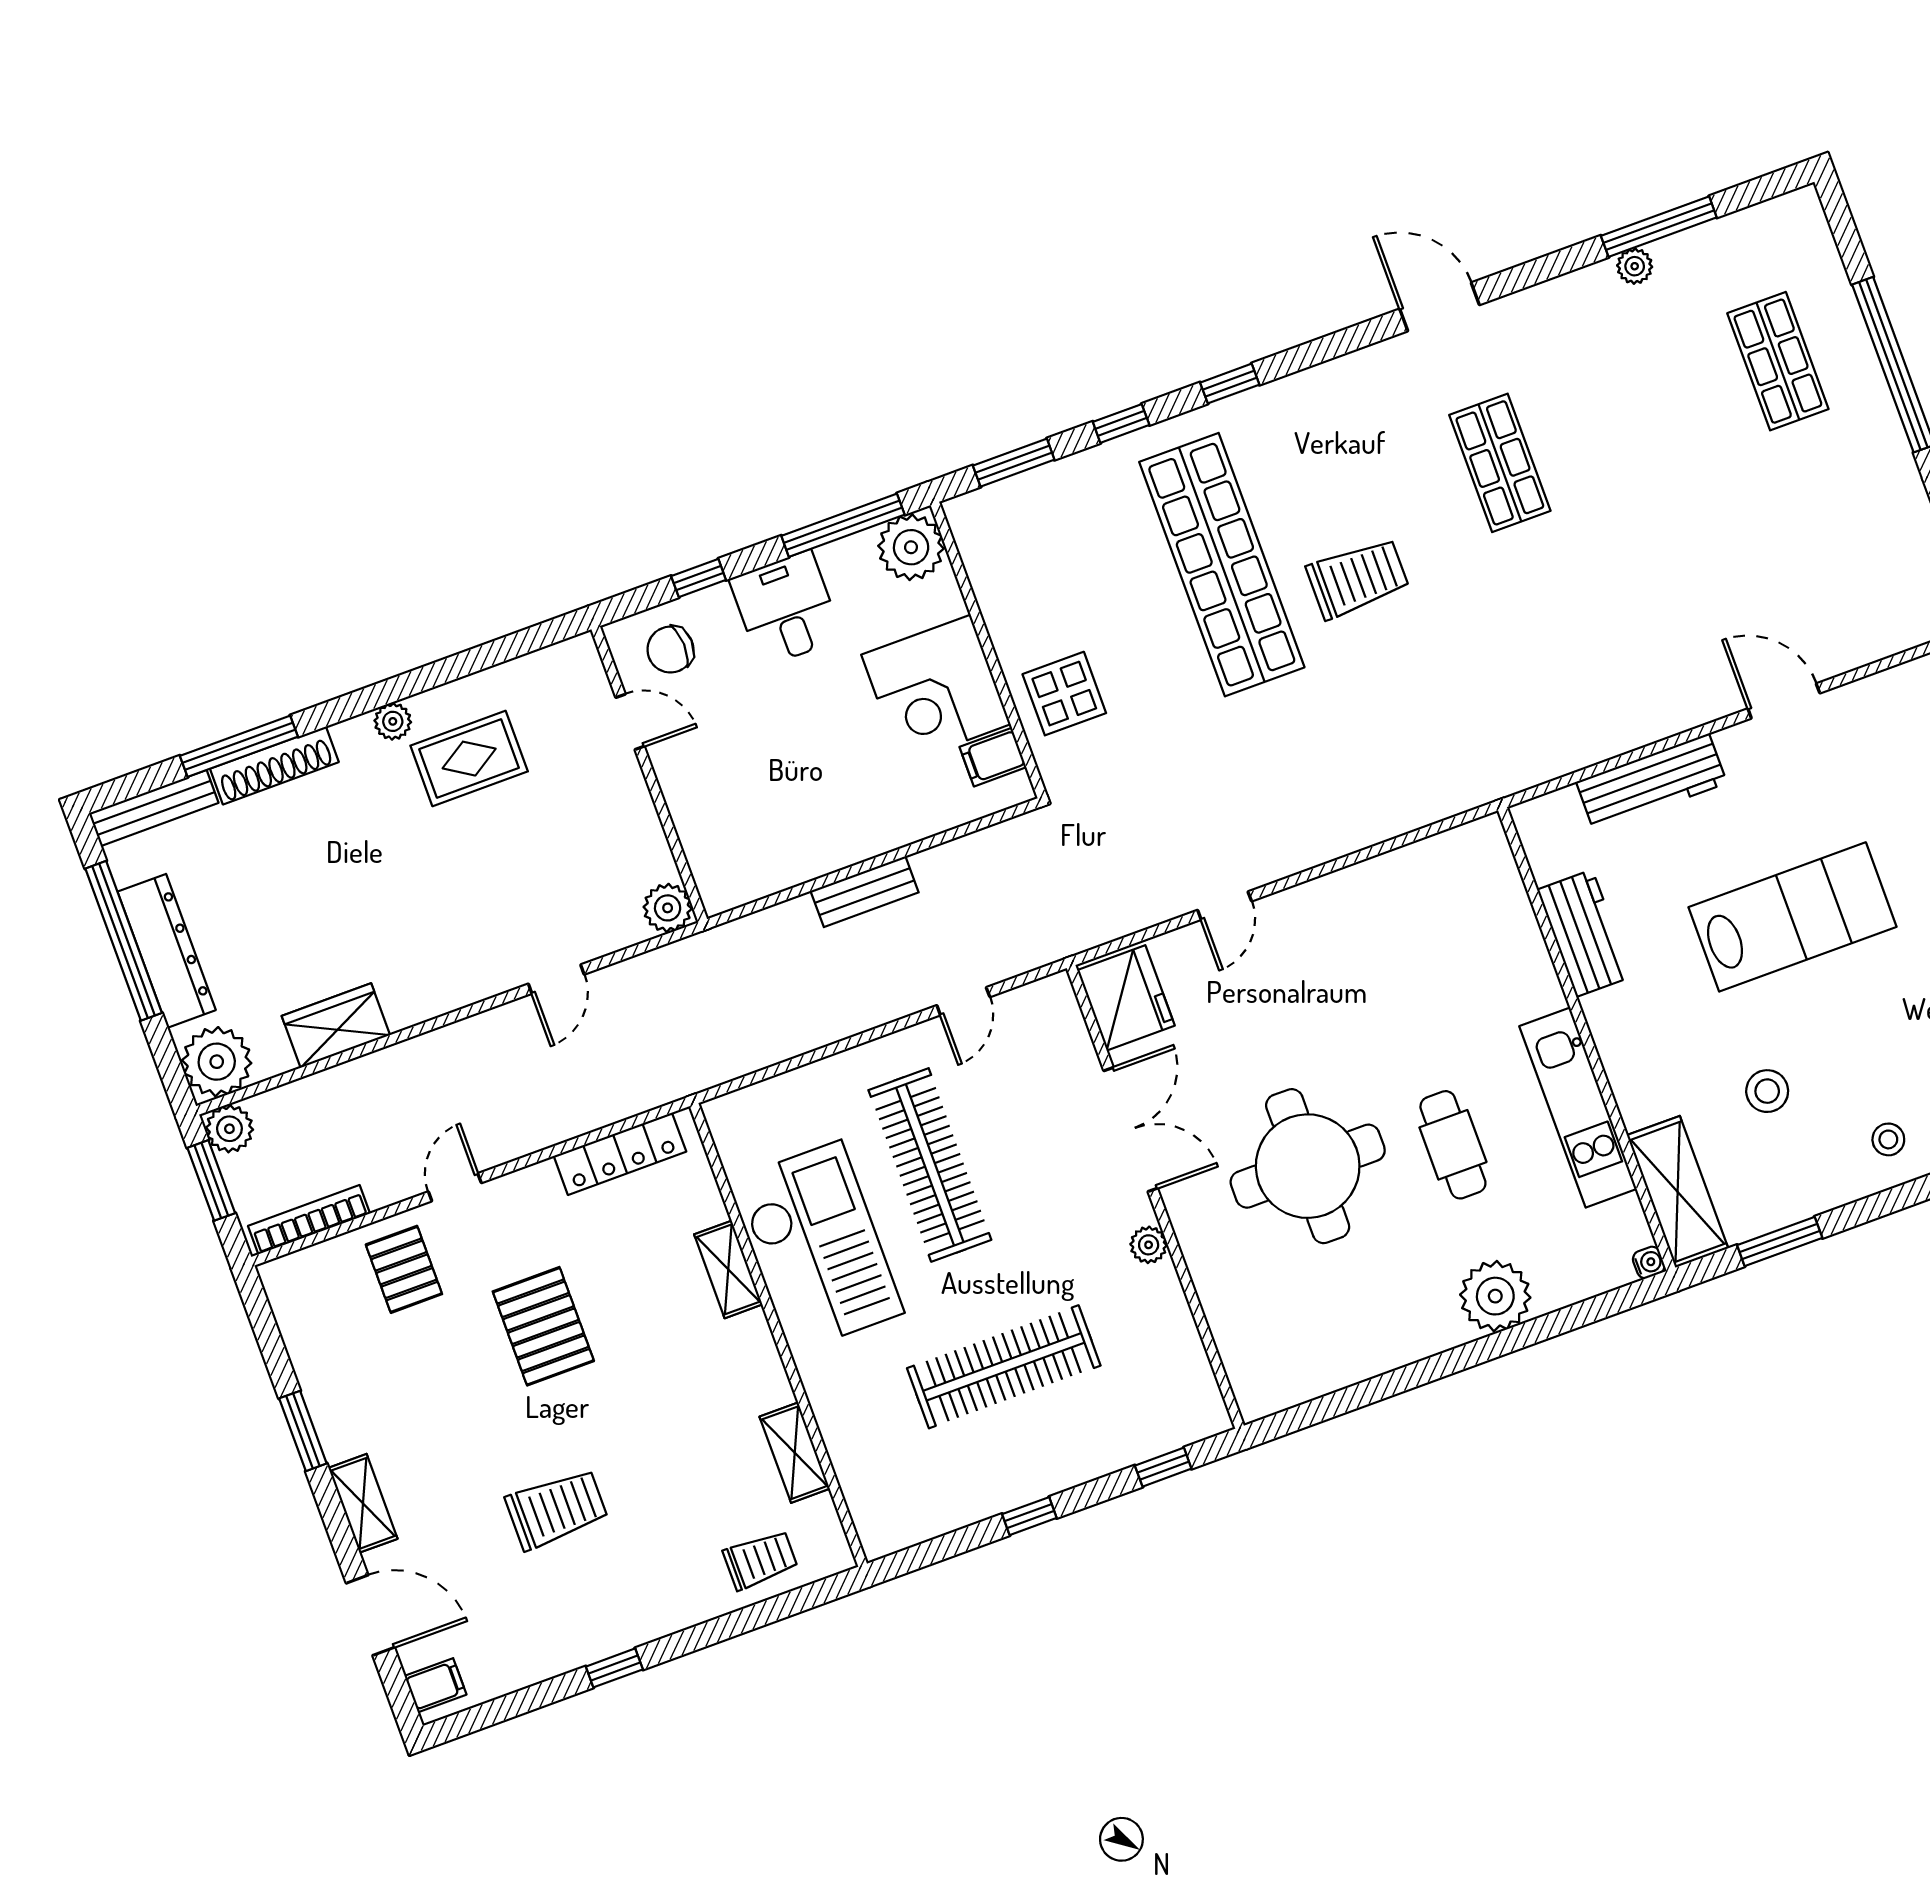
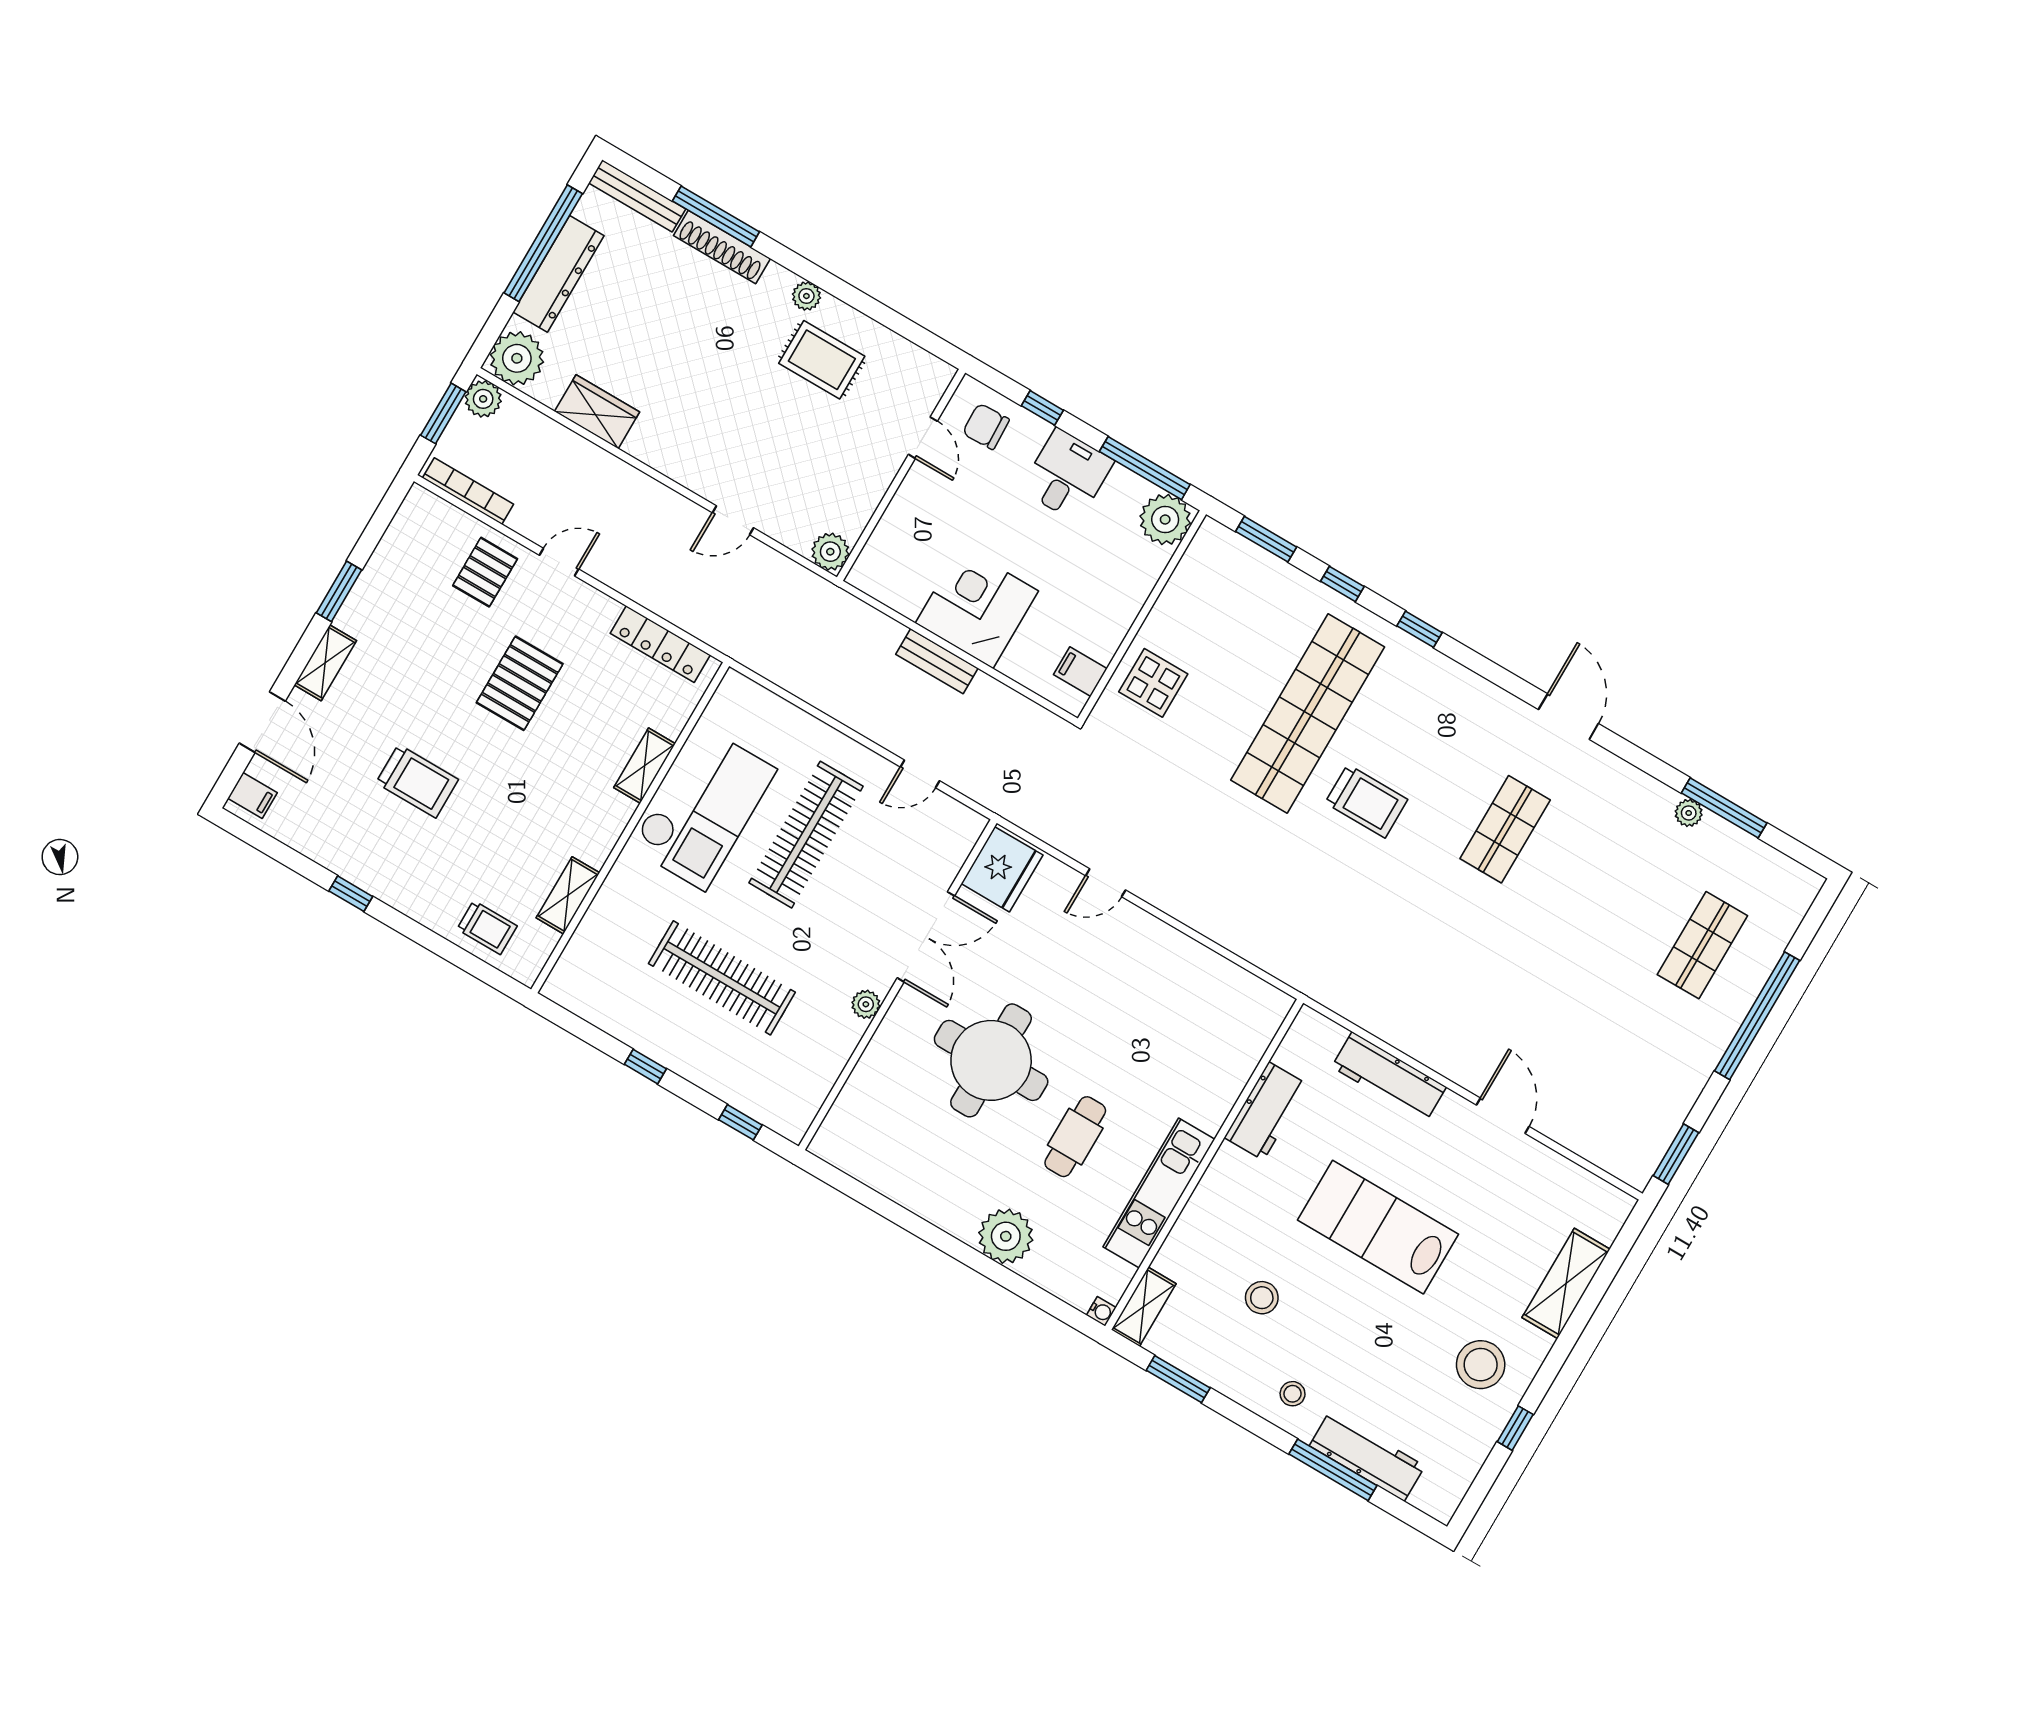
corner desk: (936, 689) -> (977, 607), moved, turned 90
lab bench: (1792, 917) -> (1378, 1227), turned 180
shelving: (1678, 1192) -> (1144, 1307), width x0.67, depth x0.75

